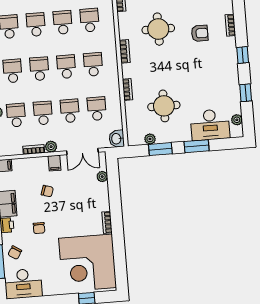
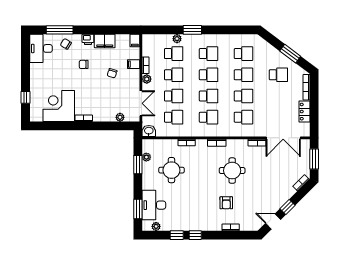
window: (243, 55) -> (195, 235), moved
window: (197, 146) -> (138, 209), moved
double door: (82, 152) -> (141, 103), swing flipped
filing cabinet: (54, 163) -> (134, 64), moved
corner desk: (88, 263) -> (59, 106), width x0.74, depth x0.74

